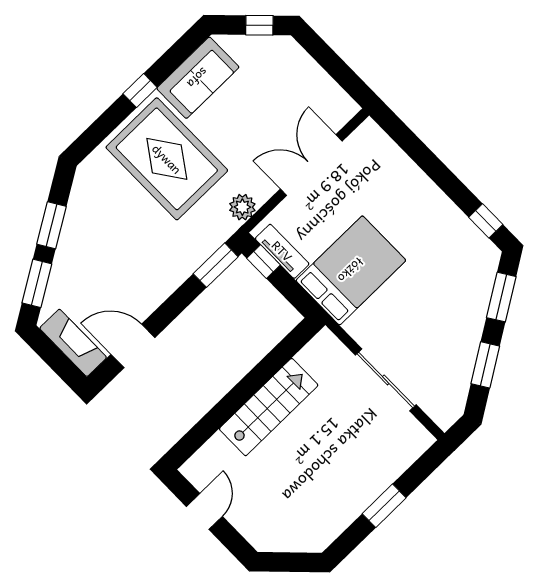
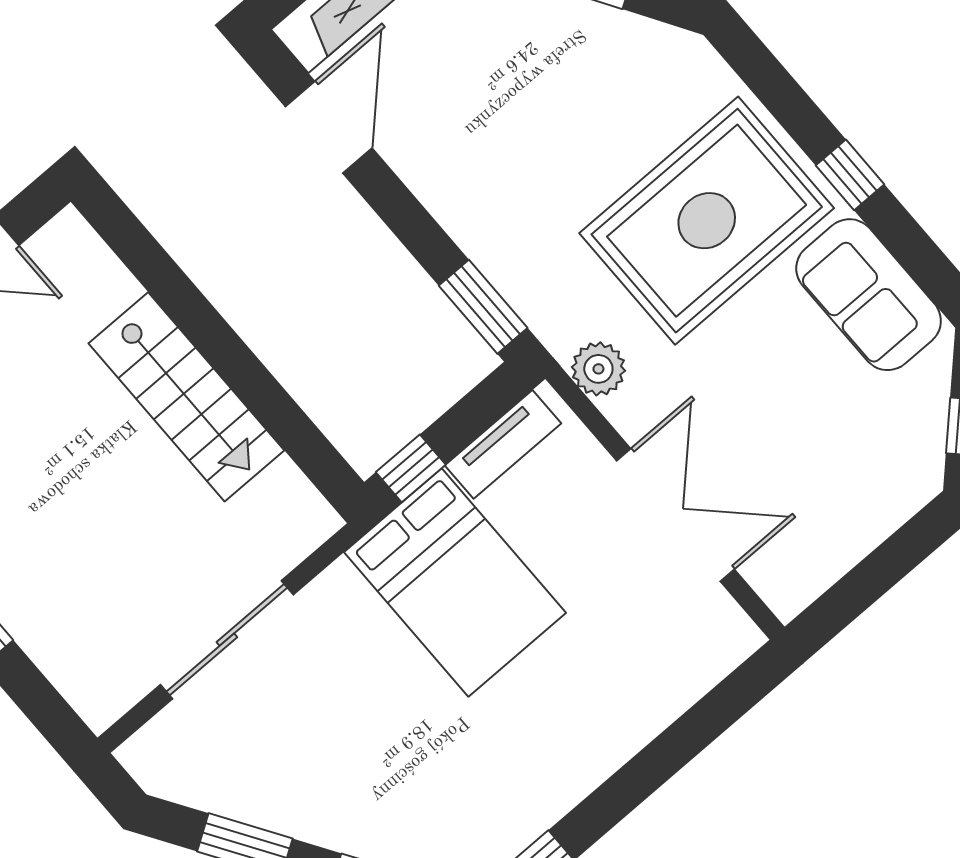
window: (264, 262) -> (411, 468), moved

